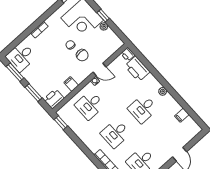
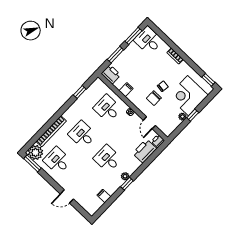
door: (100, 70) -> (149, 123), moved
window: (171, 90) -> (127, 184), added
window: (61, 123) -> (80, 92), moved

